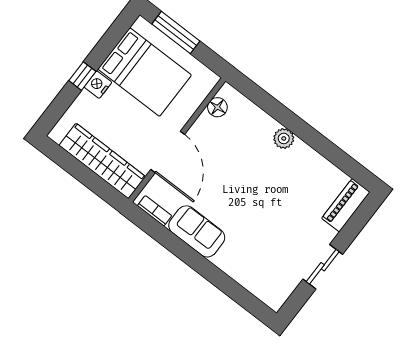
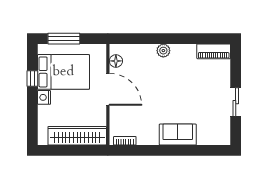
window: (82, 76) -> (32, 78), moved
door: (168, 152) -> (108, 89), moved
piano: (346, 205) -> (214, 51), moved, turned -90
sofa: (197, 231) -> (178, 135), moved

